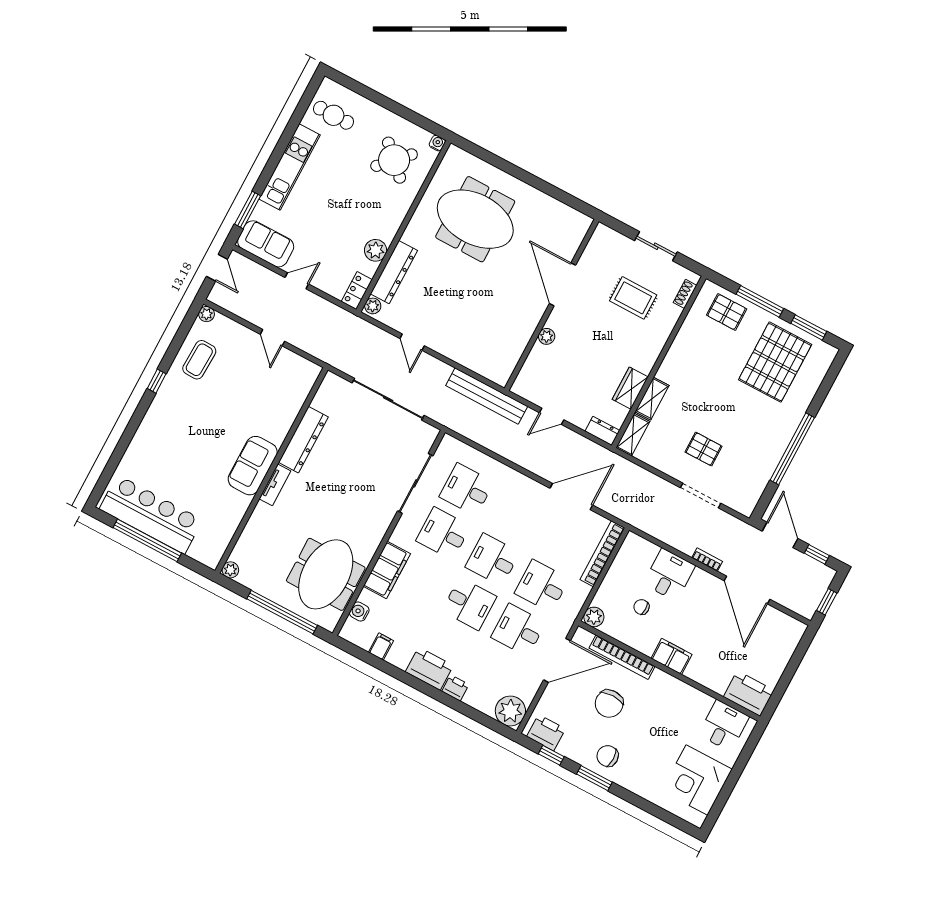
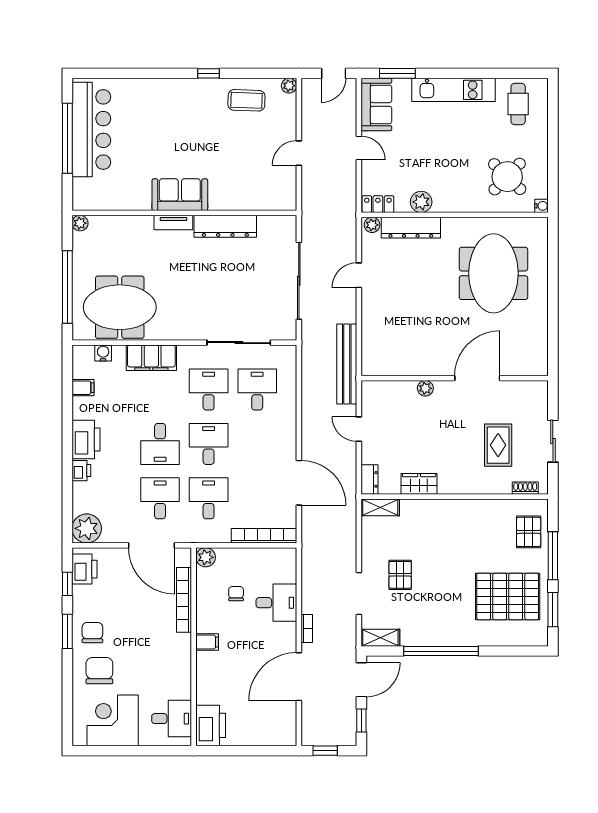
shelving: (652, 399) -> (380, 638), moved
filing cabinet: (671, 656) -> (207, 642), width x0.50
chair: (609, 704) -> (99, 671), moved, turned 90

